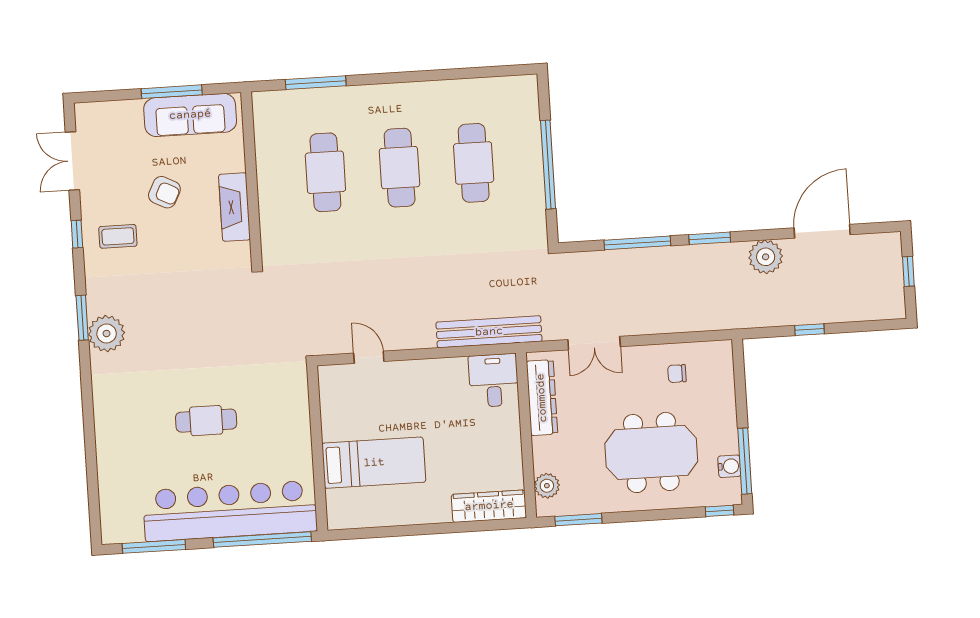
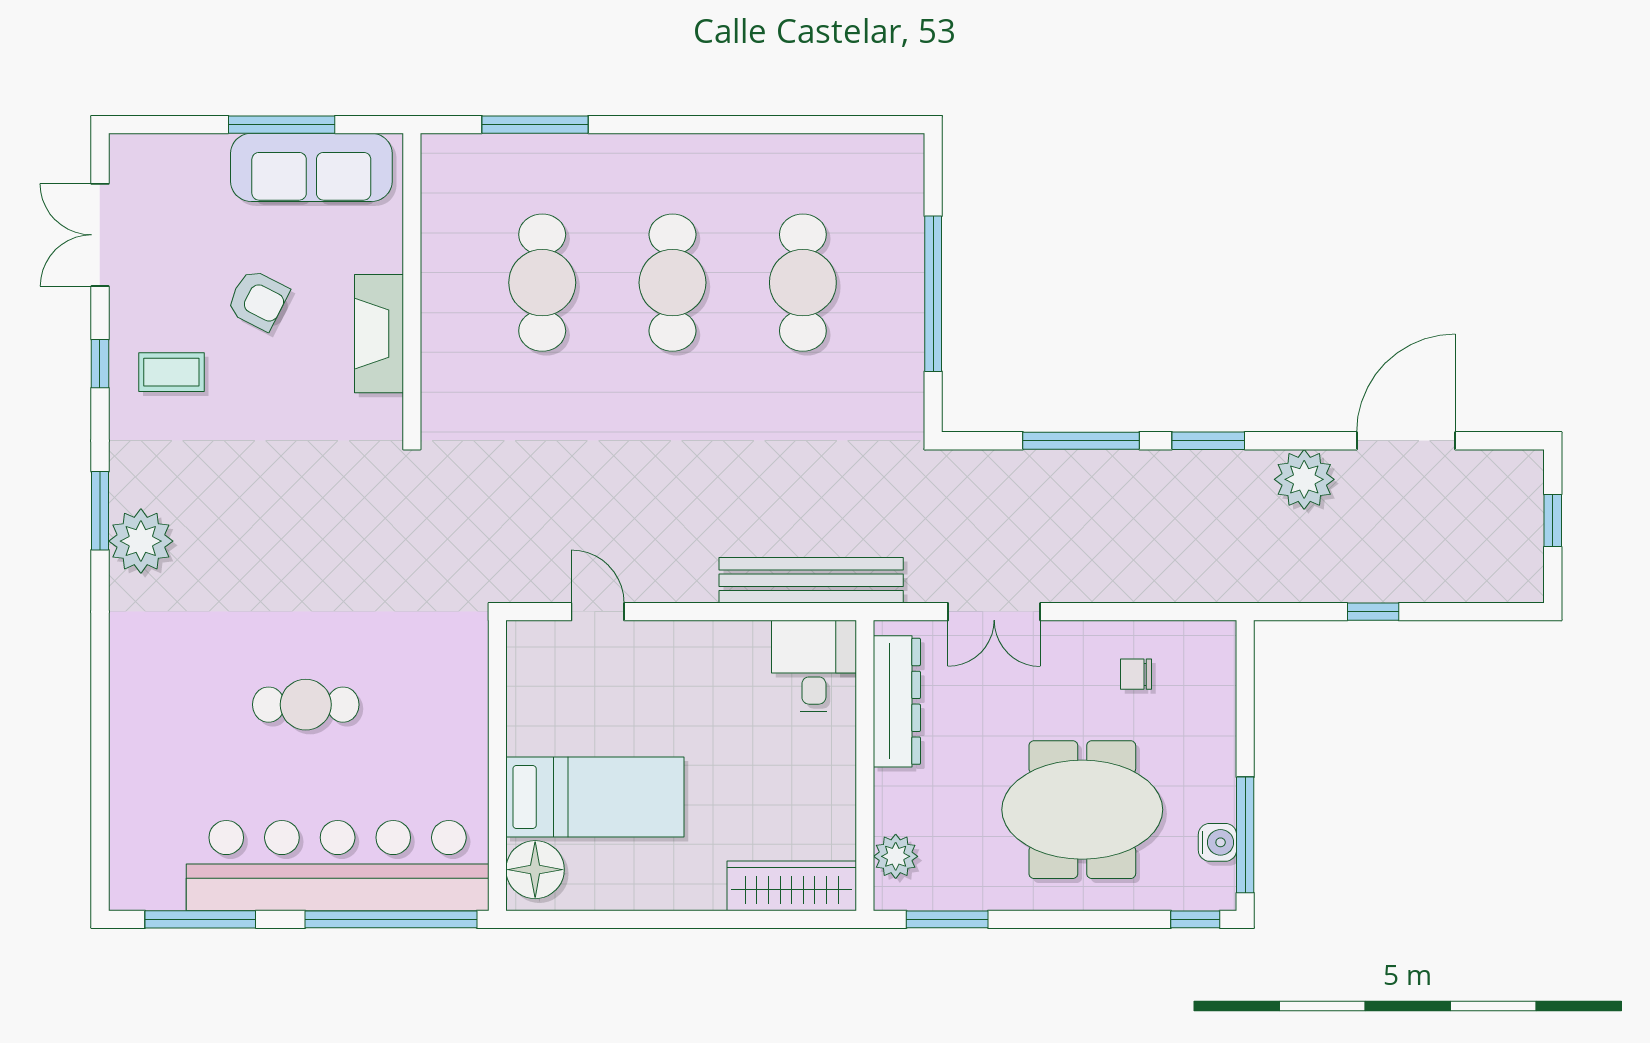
floor lamp: (342, 506) -> (535, 870), added

